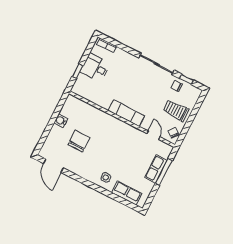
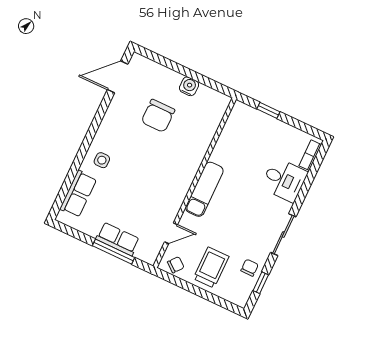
sliding door: (156, 64) -> (283, 235), width x0.73
desk: (95, 68) -> (284, 180), moved, turned 90
chair: (79, 141) -> (158, 116), turned 90

